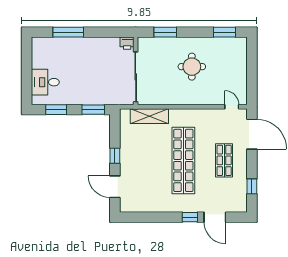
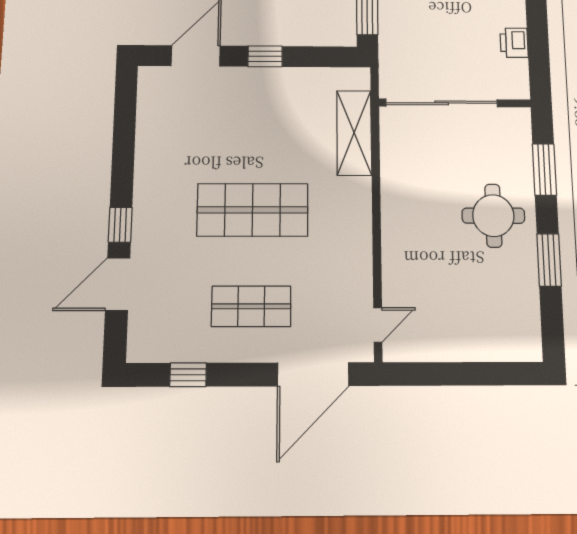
window: (225, 32) -> (549, 260), moved
printer: (127, 43) -> (514, 43), moved
round table: (192, 67) -> (493, 216), moved
shop shelf: (183, 160) -> (253, 210), width x0.71

